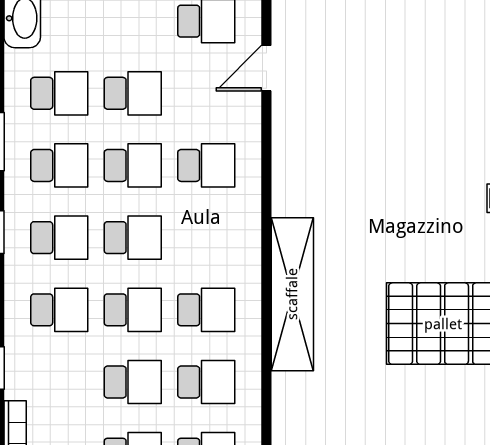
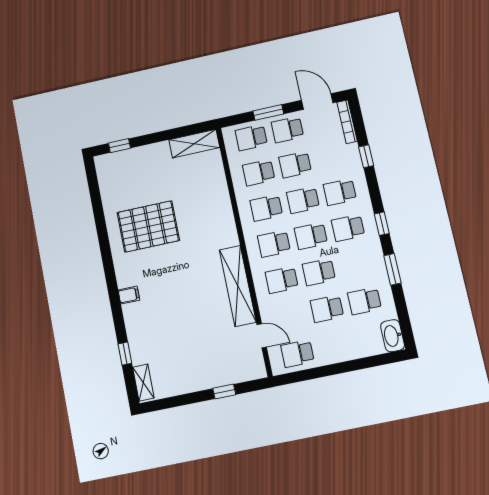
door: (266, 68) -> (262, 336), hinge flipped
school desk: (59, 165) -> (274, 244), moved
shelving: (292, 294) -> (238, 286), moved

